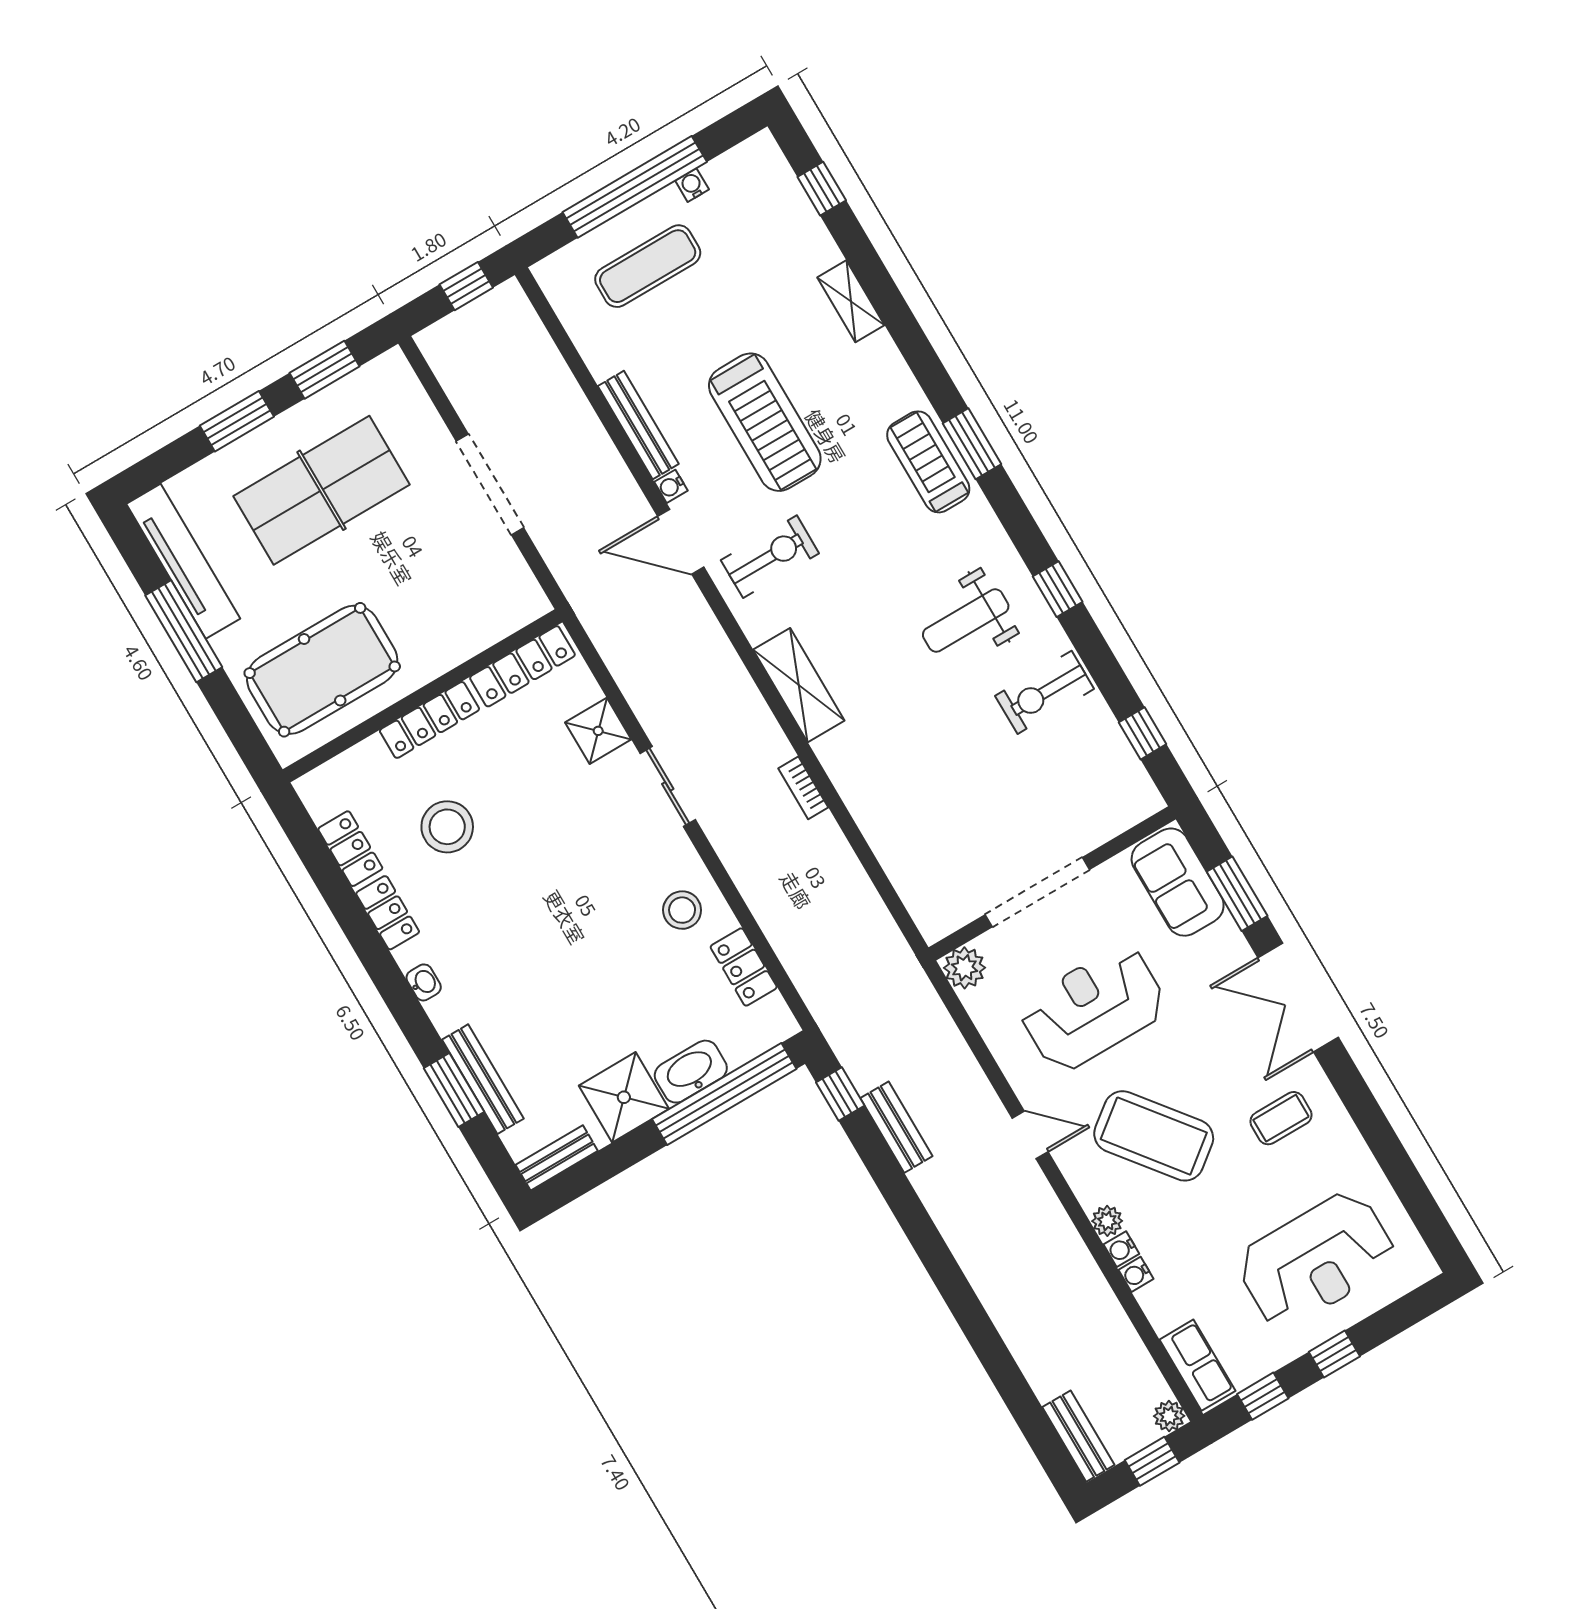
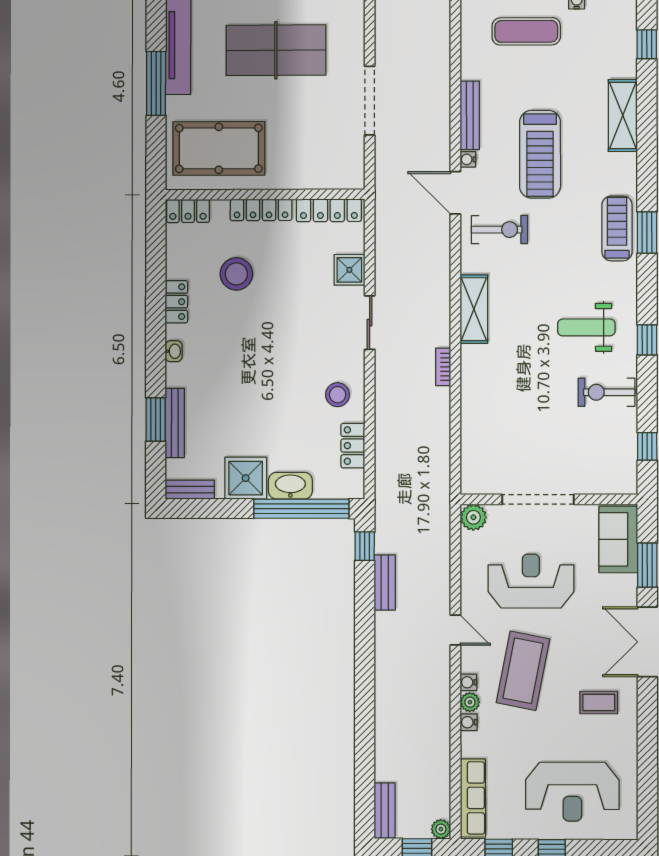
shelving: (851, 301) -> (623, 115), width x1.50, depth x1.33
locker: (350, 849) -> (188, 211), moved, turned 90
coffee table: (1154, 1136) -> (523, 671), turned 49
water cooler: (1136, 1274) -> (468, 682), moved
row of seats: (1197, 1365) -> (473, 798), width x1.48

